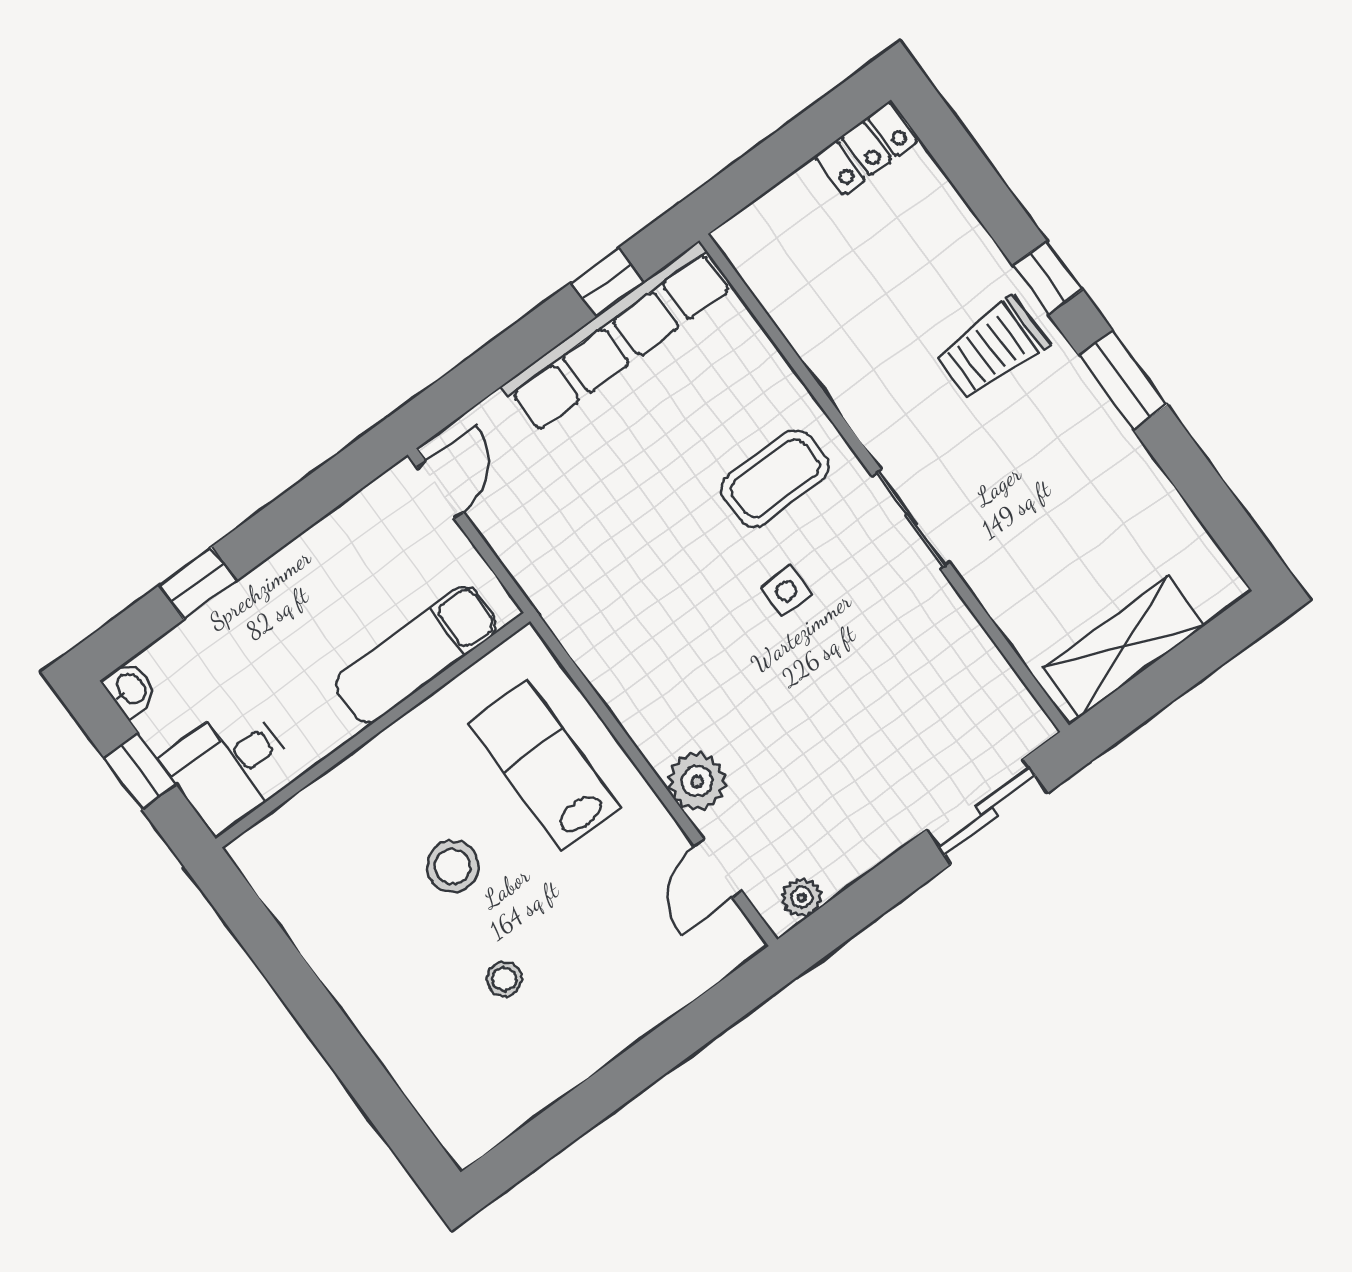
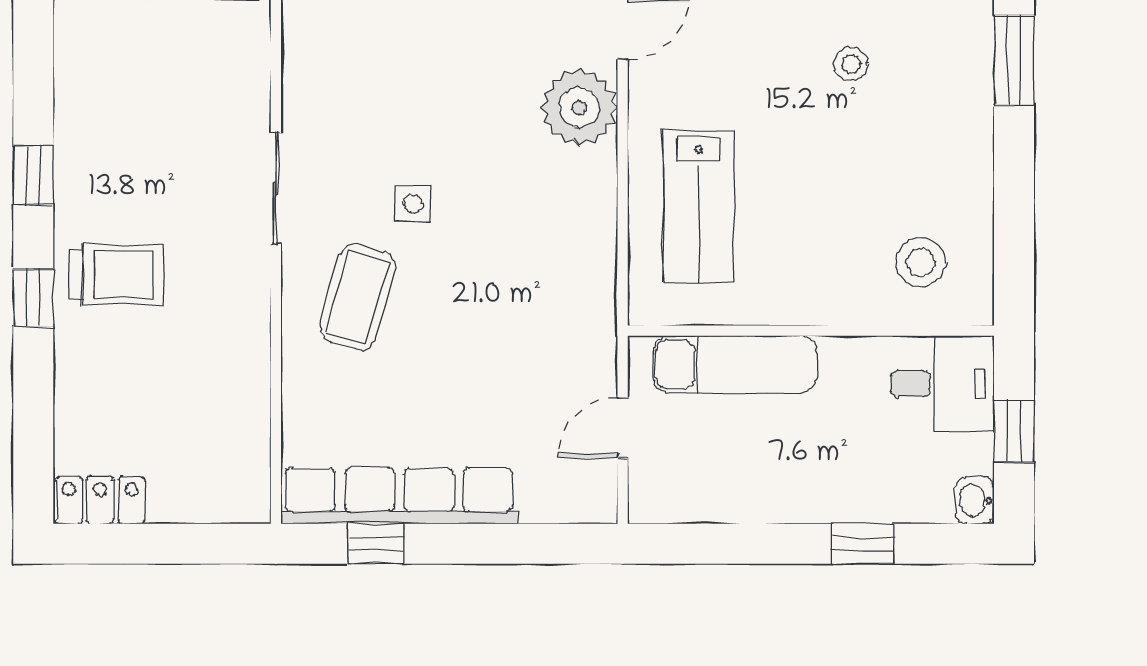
window: (1123, 380) -> (33, 176), width x0.67
coffee table: (775, 478) -> (358, 297), turned -74
door: (440, 490) -> (623, 428), moved
plant: (697, 781) -> (579, 107), width x1.36, depth x1.36
stool: (453, 866) -> (921, 262), moved
window: (369, 1083) -> (1014, 60), added

